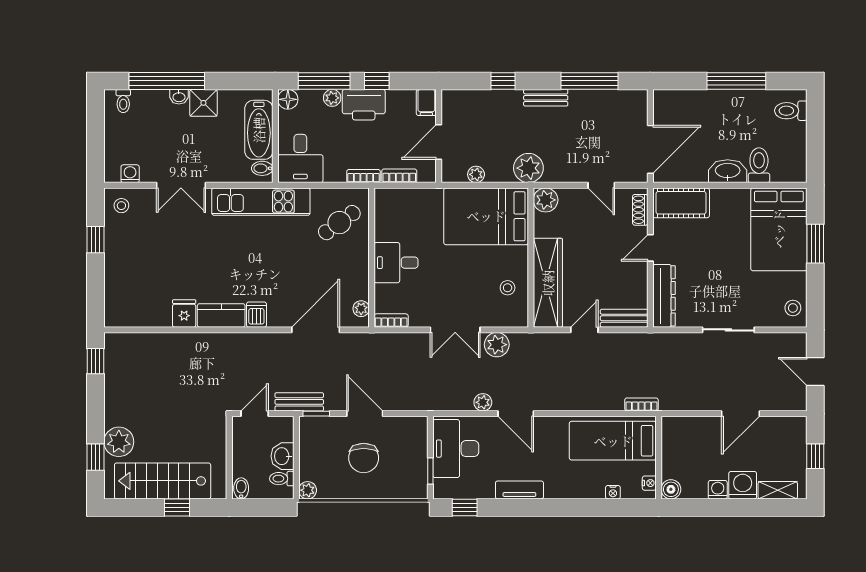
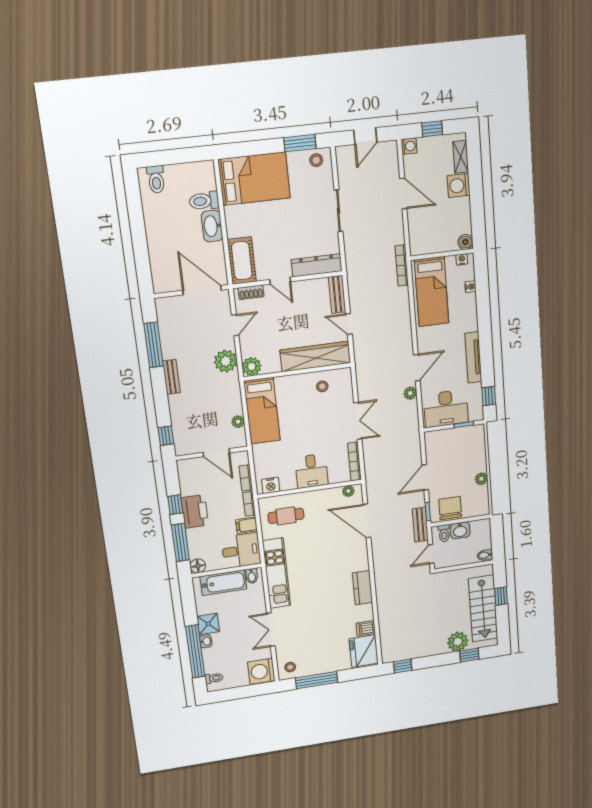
window: (503, 81) -> (166, 436), moved
window: (736, 81) -> (138, 227), removed
plant: (332, 98) -> (193, 535), removed
filing cabinet: (426, 102) -> (247, 525), moved, turned 180
plant: (528, 168) -> (226, 361), moved
washing machine: (130, 174) -> (261, 671), width x1.89, depth x1.89
double door: (181, 185) -> (271, 630), swing flipped
nightstand: (384, 207) -> (271, 485), added
bed: (486, 216) -> (262, 411), width x0.67
cafe table: (339, 223) -> (286, 516), turned -54
window: (96, 240) -> (317, 680), width x2.17
window: (815, 244) -> (300, 143), moved
fridge: (184, 313) -> (364, 651), moved, width x1.88, depth x1.34
dishwasher: (256, 315) -> (366, 628), moved
bookcase: (391, 321) -> (354, 462), width x1.56
plant: (497, 345) -> (366, 389), removed
bookcase: (641, 404) -> (402, 266), width x1.56
door: (255, 414) -> (431, 554), hinge flipped
chair: (364, 458) -> (450, 508), moved, turned -90
toilet: (282, 479) -> (444, 533), moved
plant: (308, 490) -> (481, 479), moved
tv unit: (519, 490) -> (473, 357), width x1.41
washing machine: (718, 490) -> (409, 146), moved, turned 180

